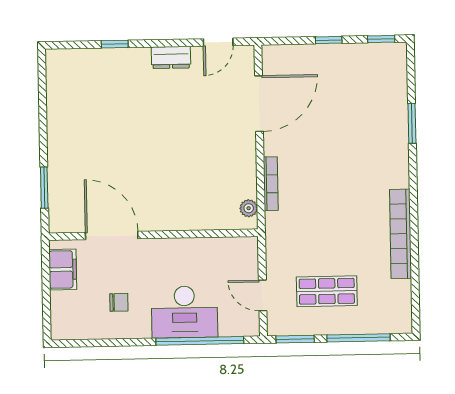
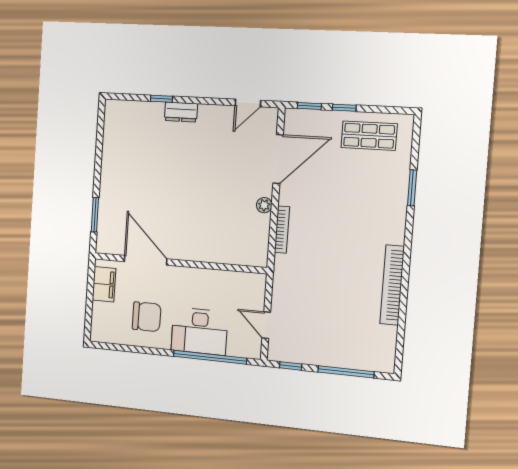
window: (381, 39) -> (309, 106), moved
dresser: (171, 57) -> (181, 112), moved
plant: (249, 208) -> (264, 205), moved
shop shelf: (327, 291) -> (369, 136), moved
chair: (119, 302) -> (147, 317), width x1.87, depth x1.87
window: (295, 339) -> (291, 366), width x0.67

